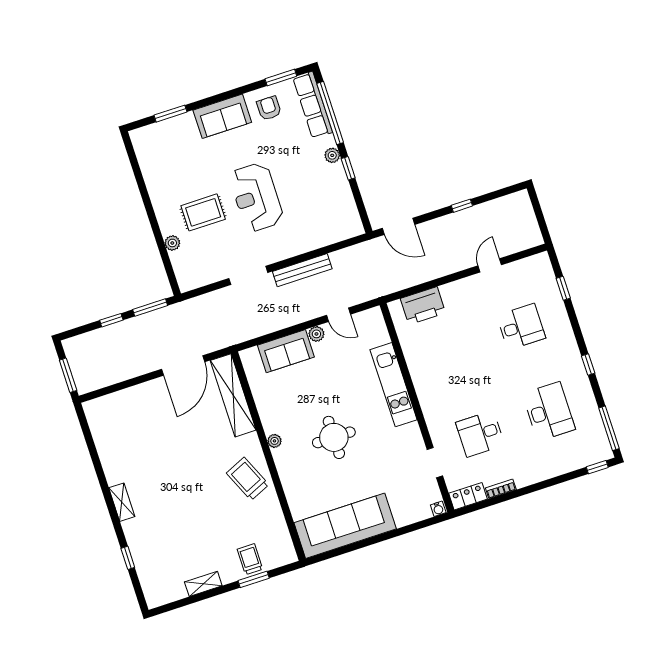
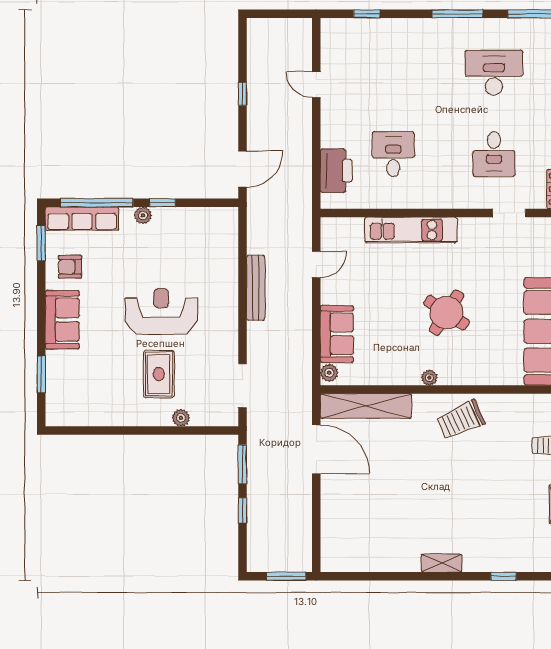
reception desk: (256, 197) -> (161, 312), turned 180
doorway: (248, 275) -> (242, 386), moved
desk: (521, 327) -> (393, 154), moved
plant: (316, 334) -> (329, 373), moved
window: (588, 365) -> (457, 14), width x2.17
round table: (334, 437) -> (446, 313), turned 33

